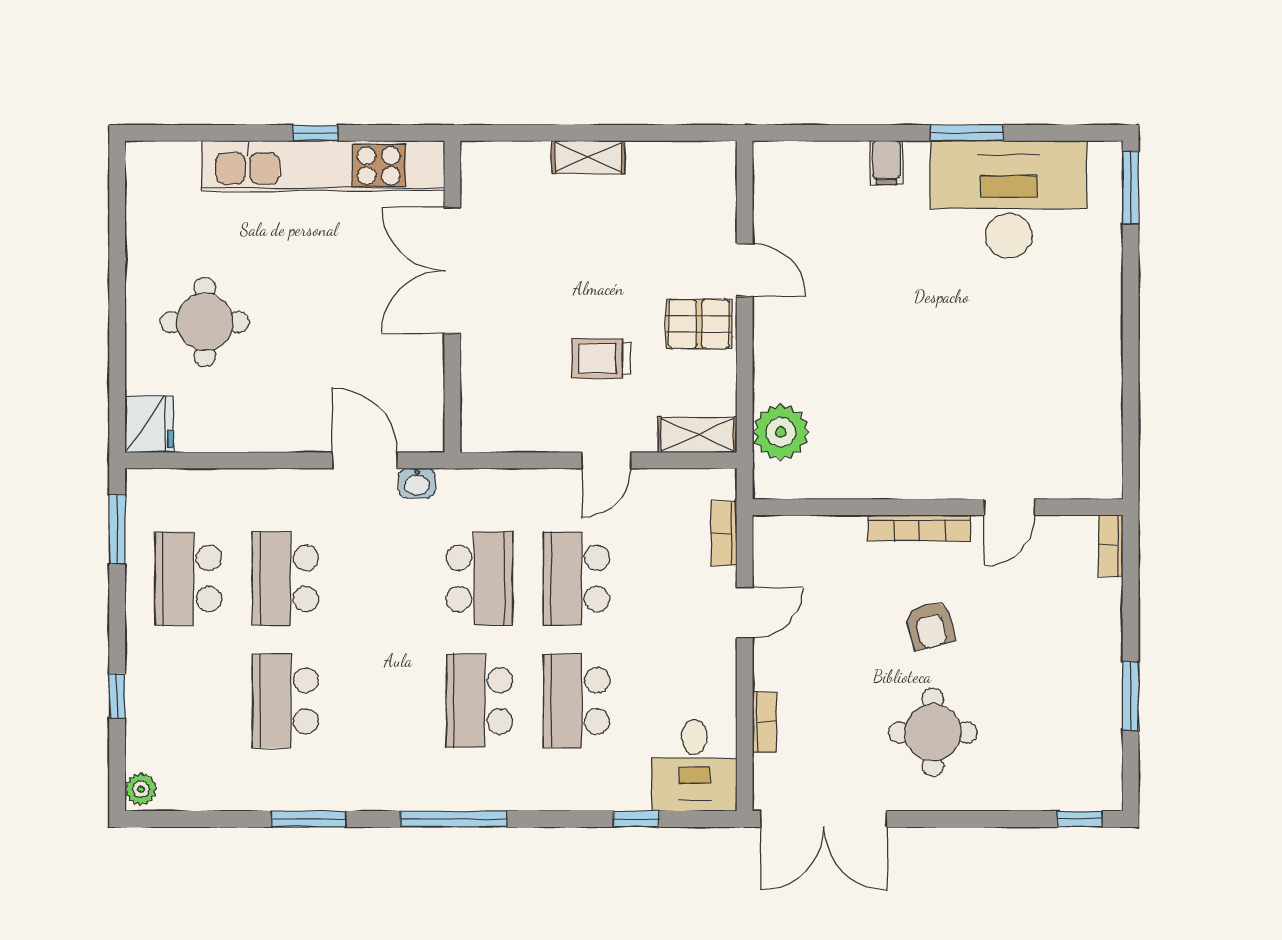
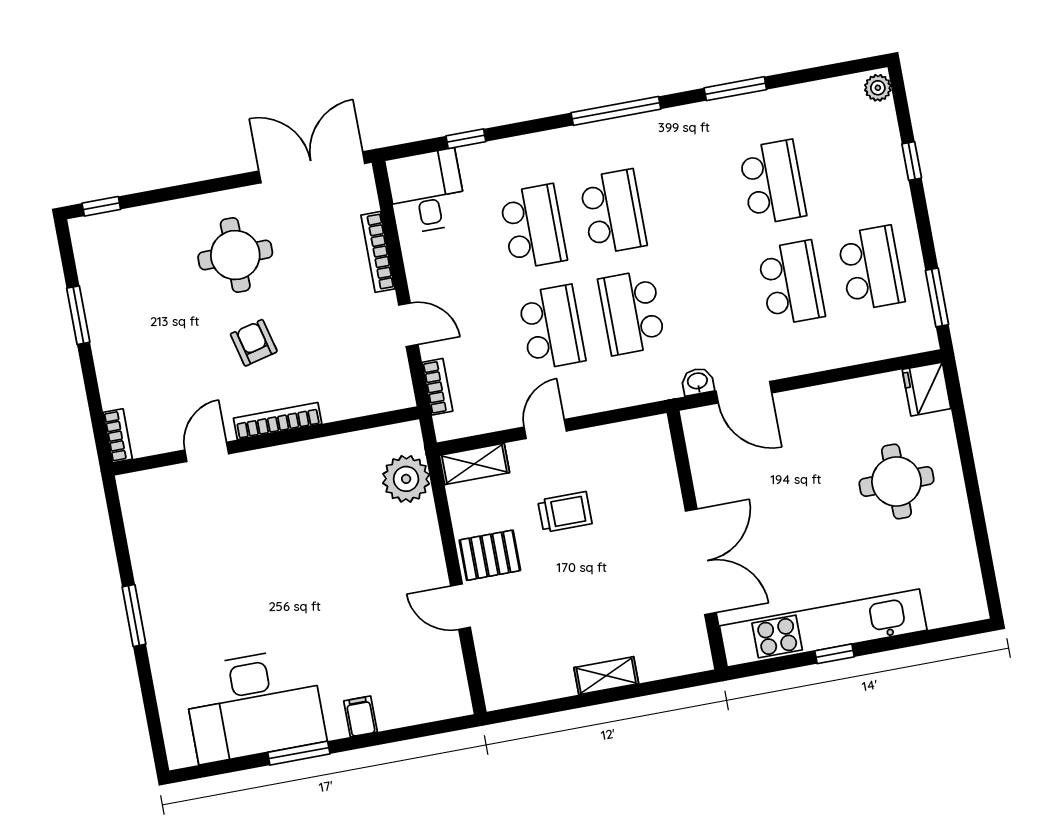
window: (1131, 188) -> (134, 615), moved
door: (745, 613) -> (408, 325), swing flipped
bookcase: (764, 722) -> (378, 252), width x1.56

